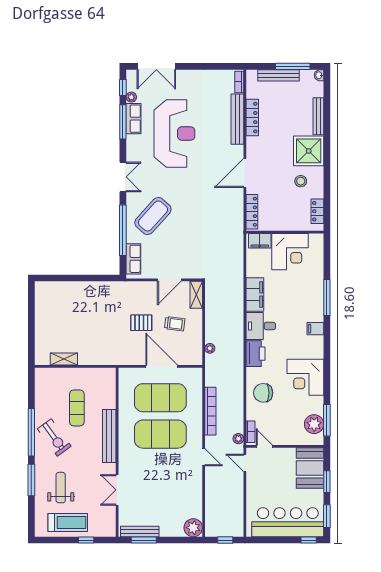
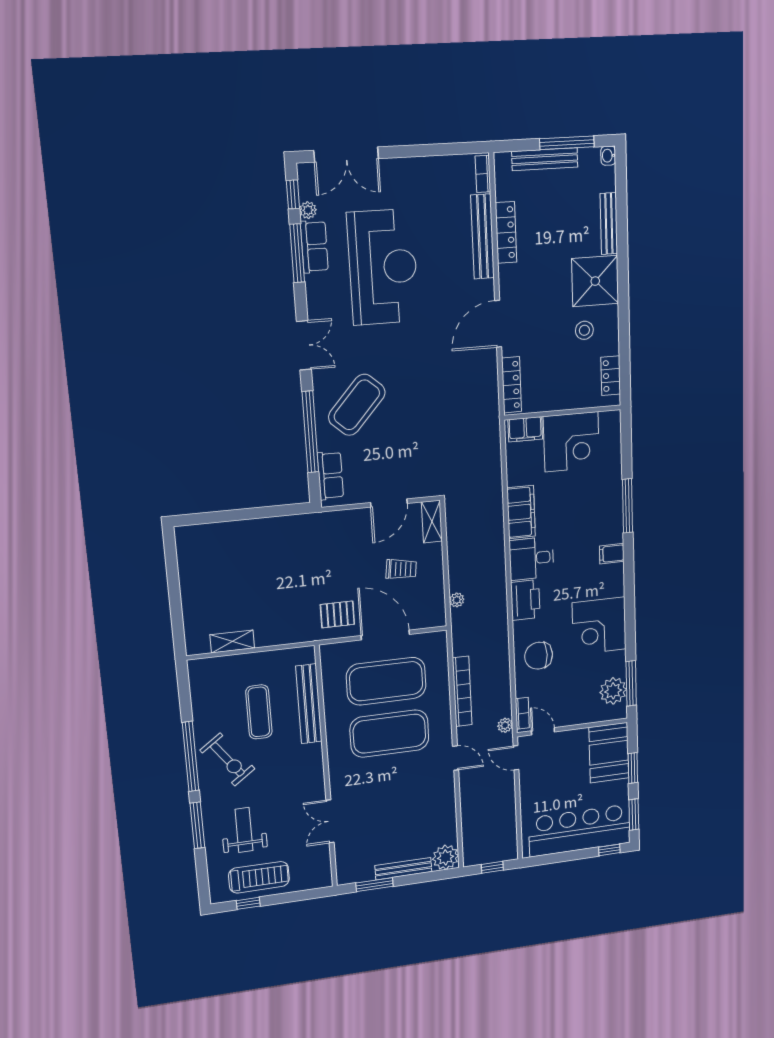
pallet: (141, 323) -> (337, 614), moved
bench: (109, 436) -> (309, 704), moved
bench: (140, 531) -> (403, 869), moved
window: (86, 540) -> (248, 903), moved

